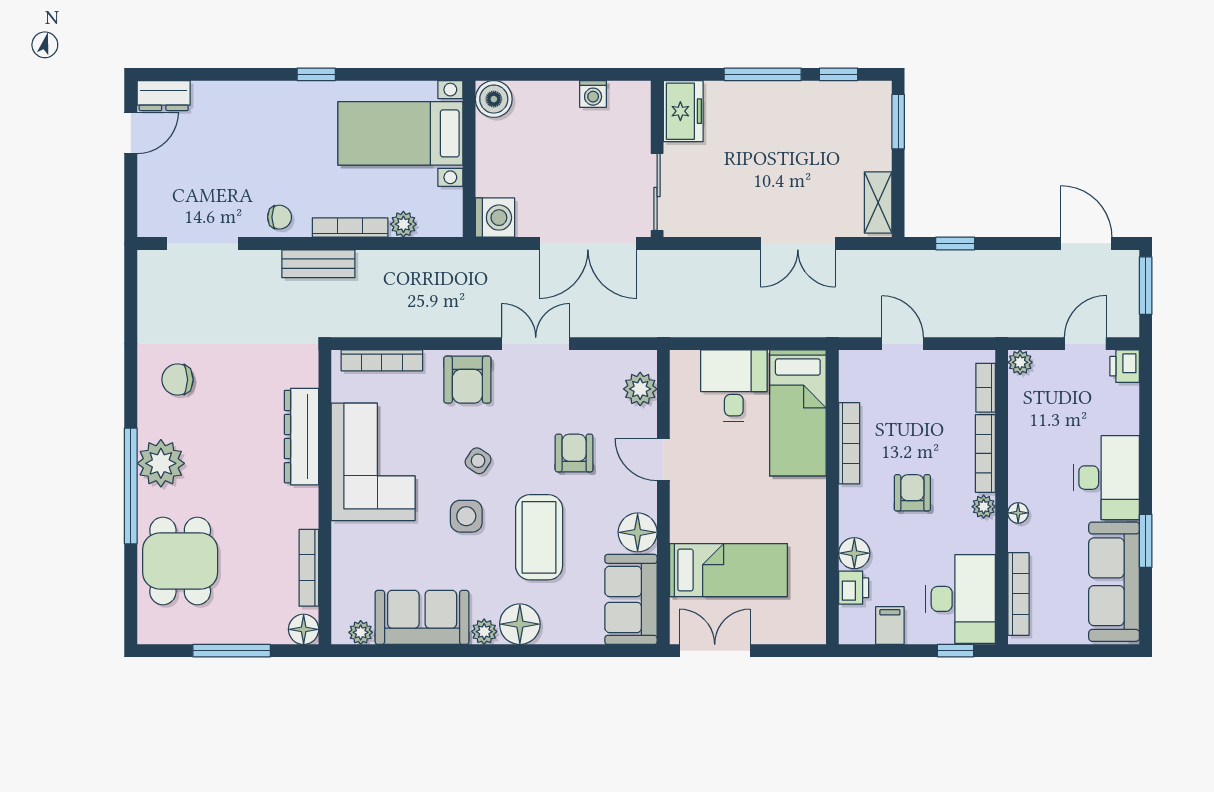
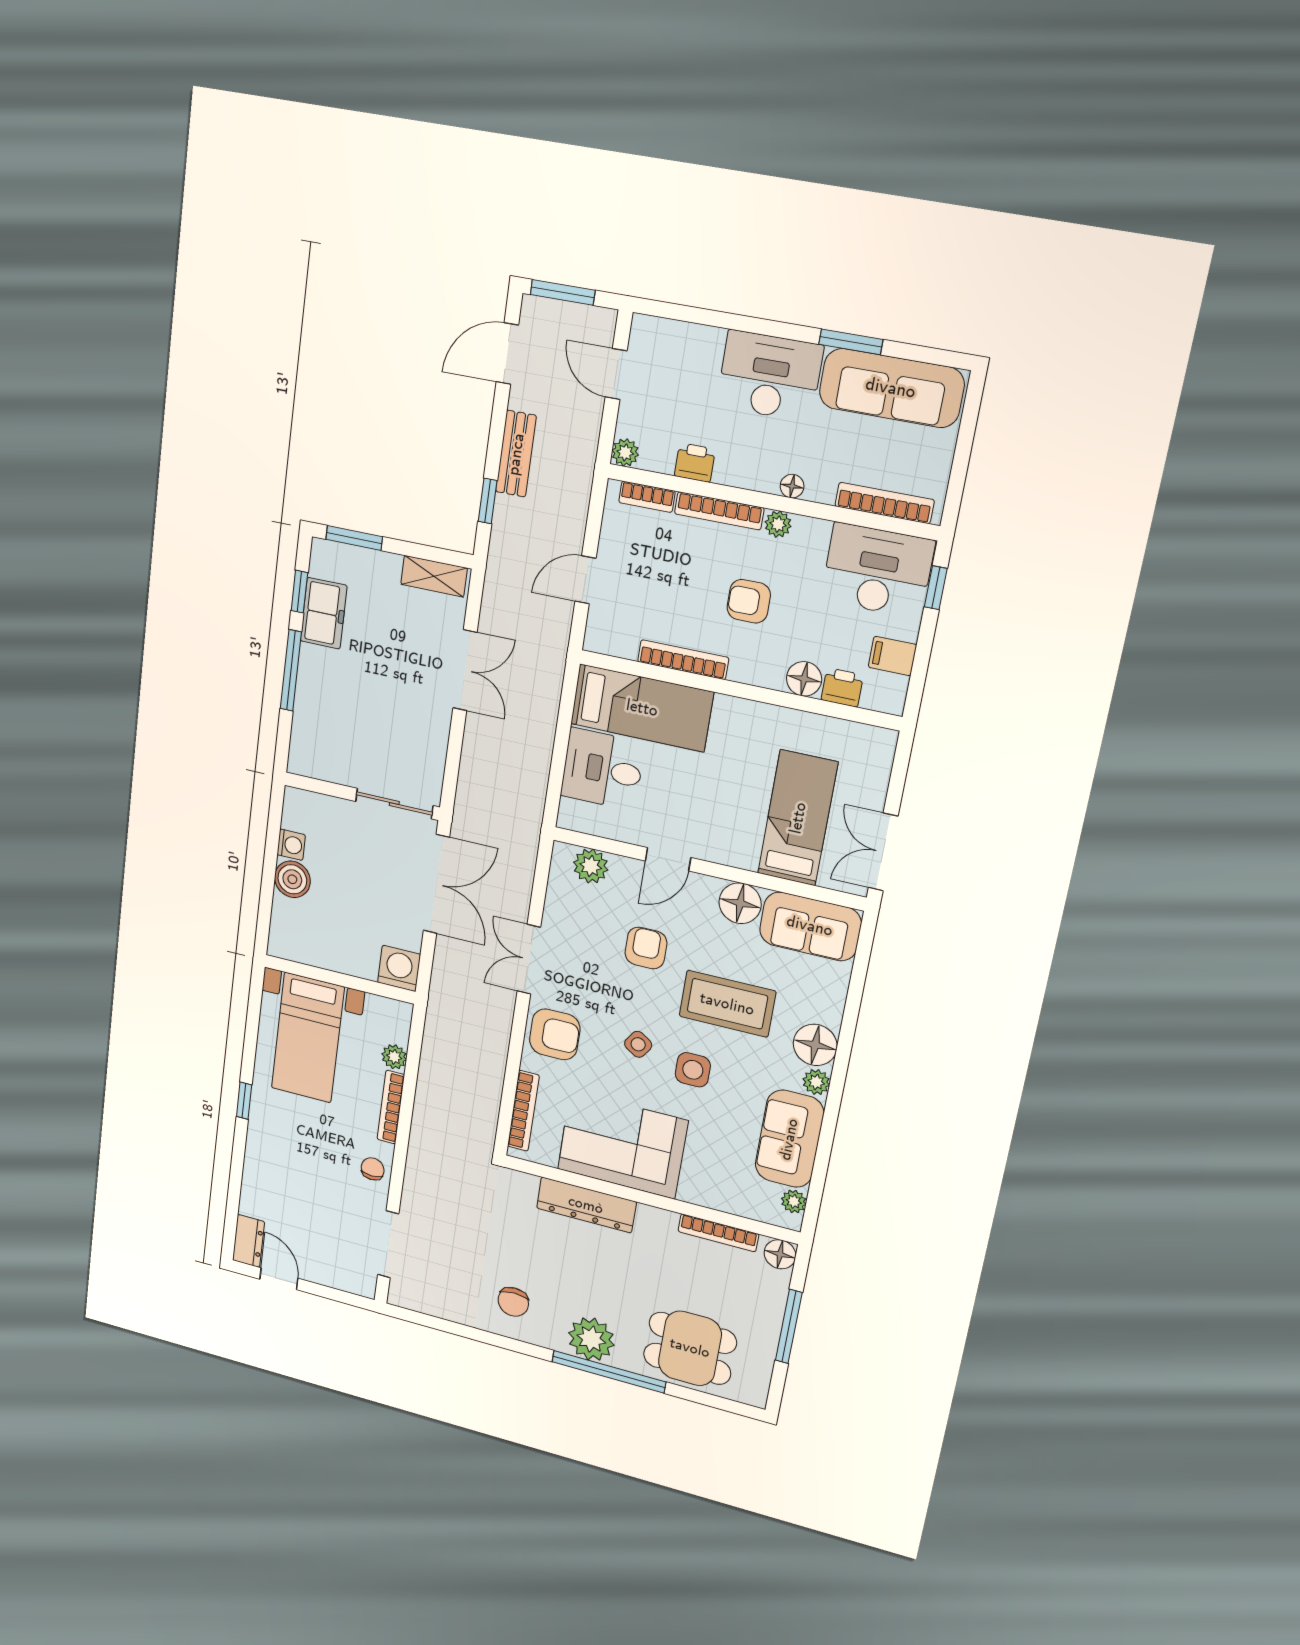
boiler: (494, 99) -> (292, 879), moved
freezer: (683, 111) -> (324, 613), moved, turned 90
bench: (318, 264) -> (516, 454), moved
printer: (1125, 366) -> (695, 463), moved, turned 180
armchair: (574, 453) -> (646, 948), turned 90

